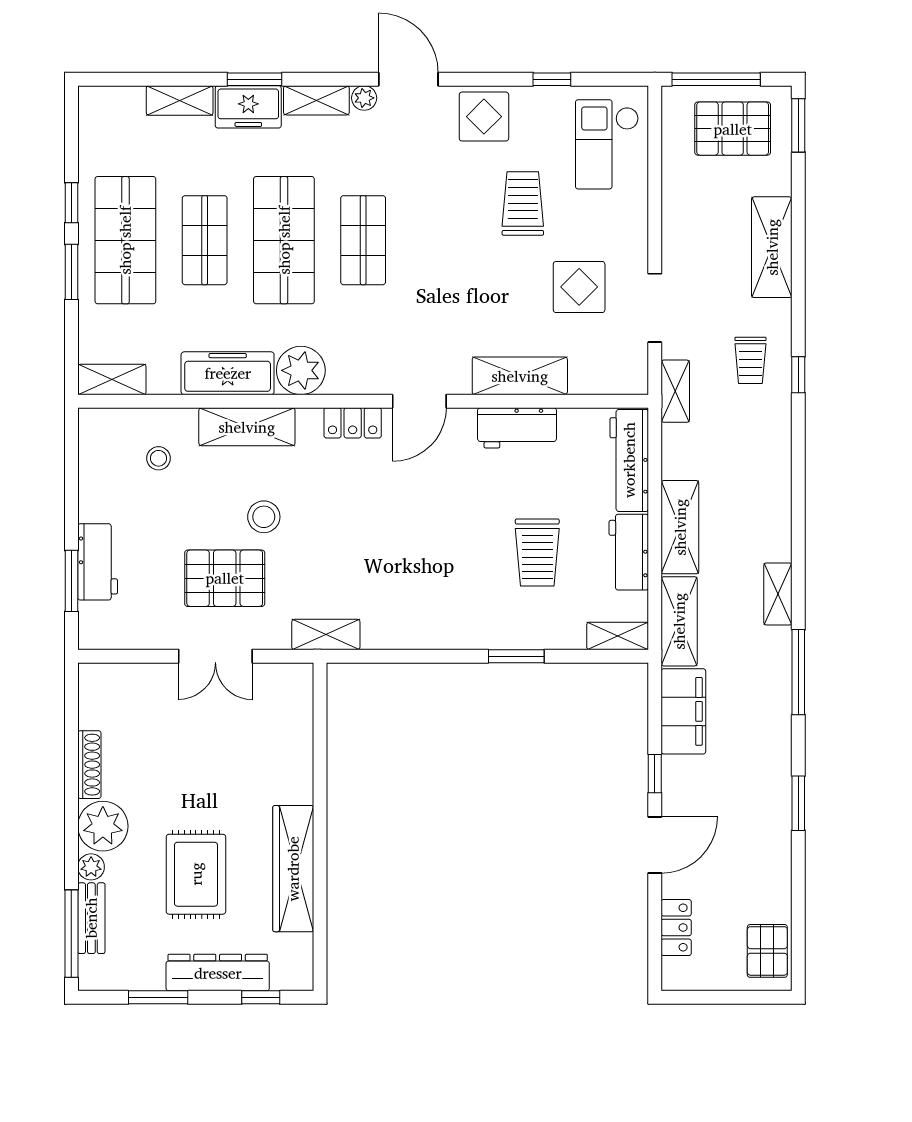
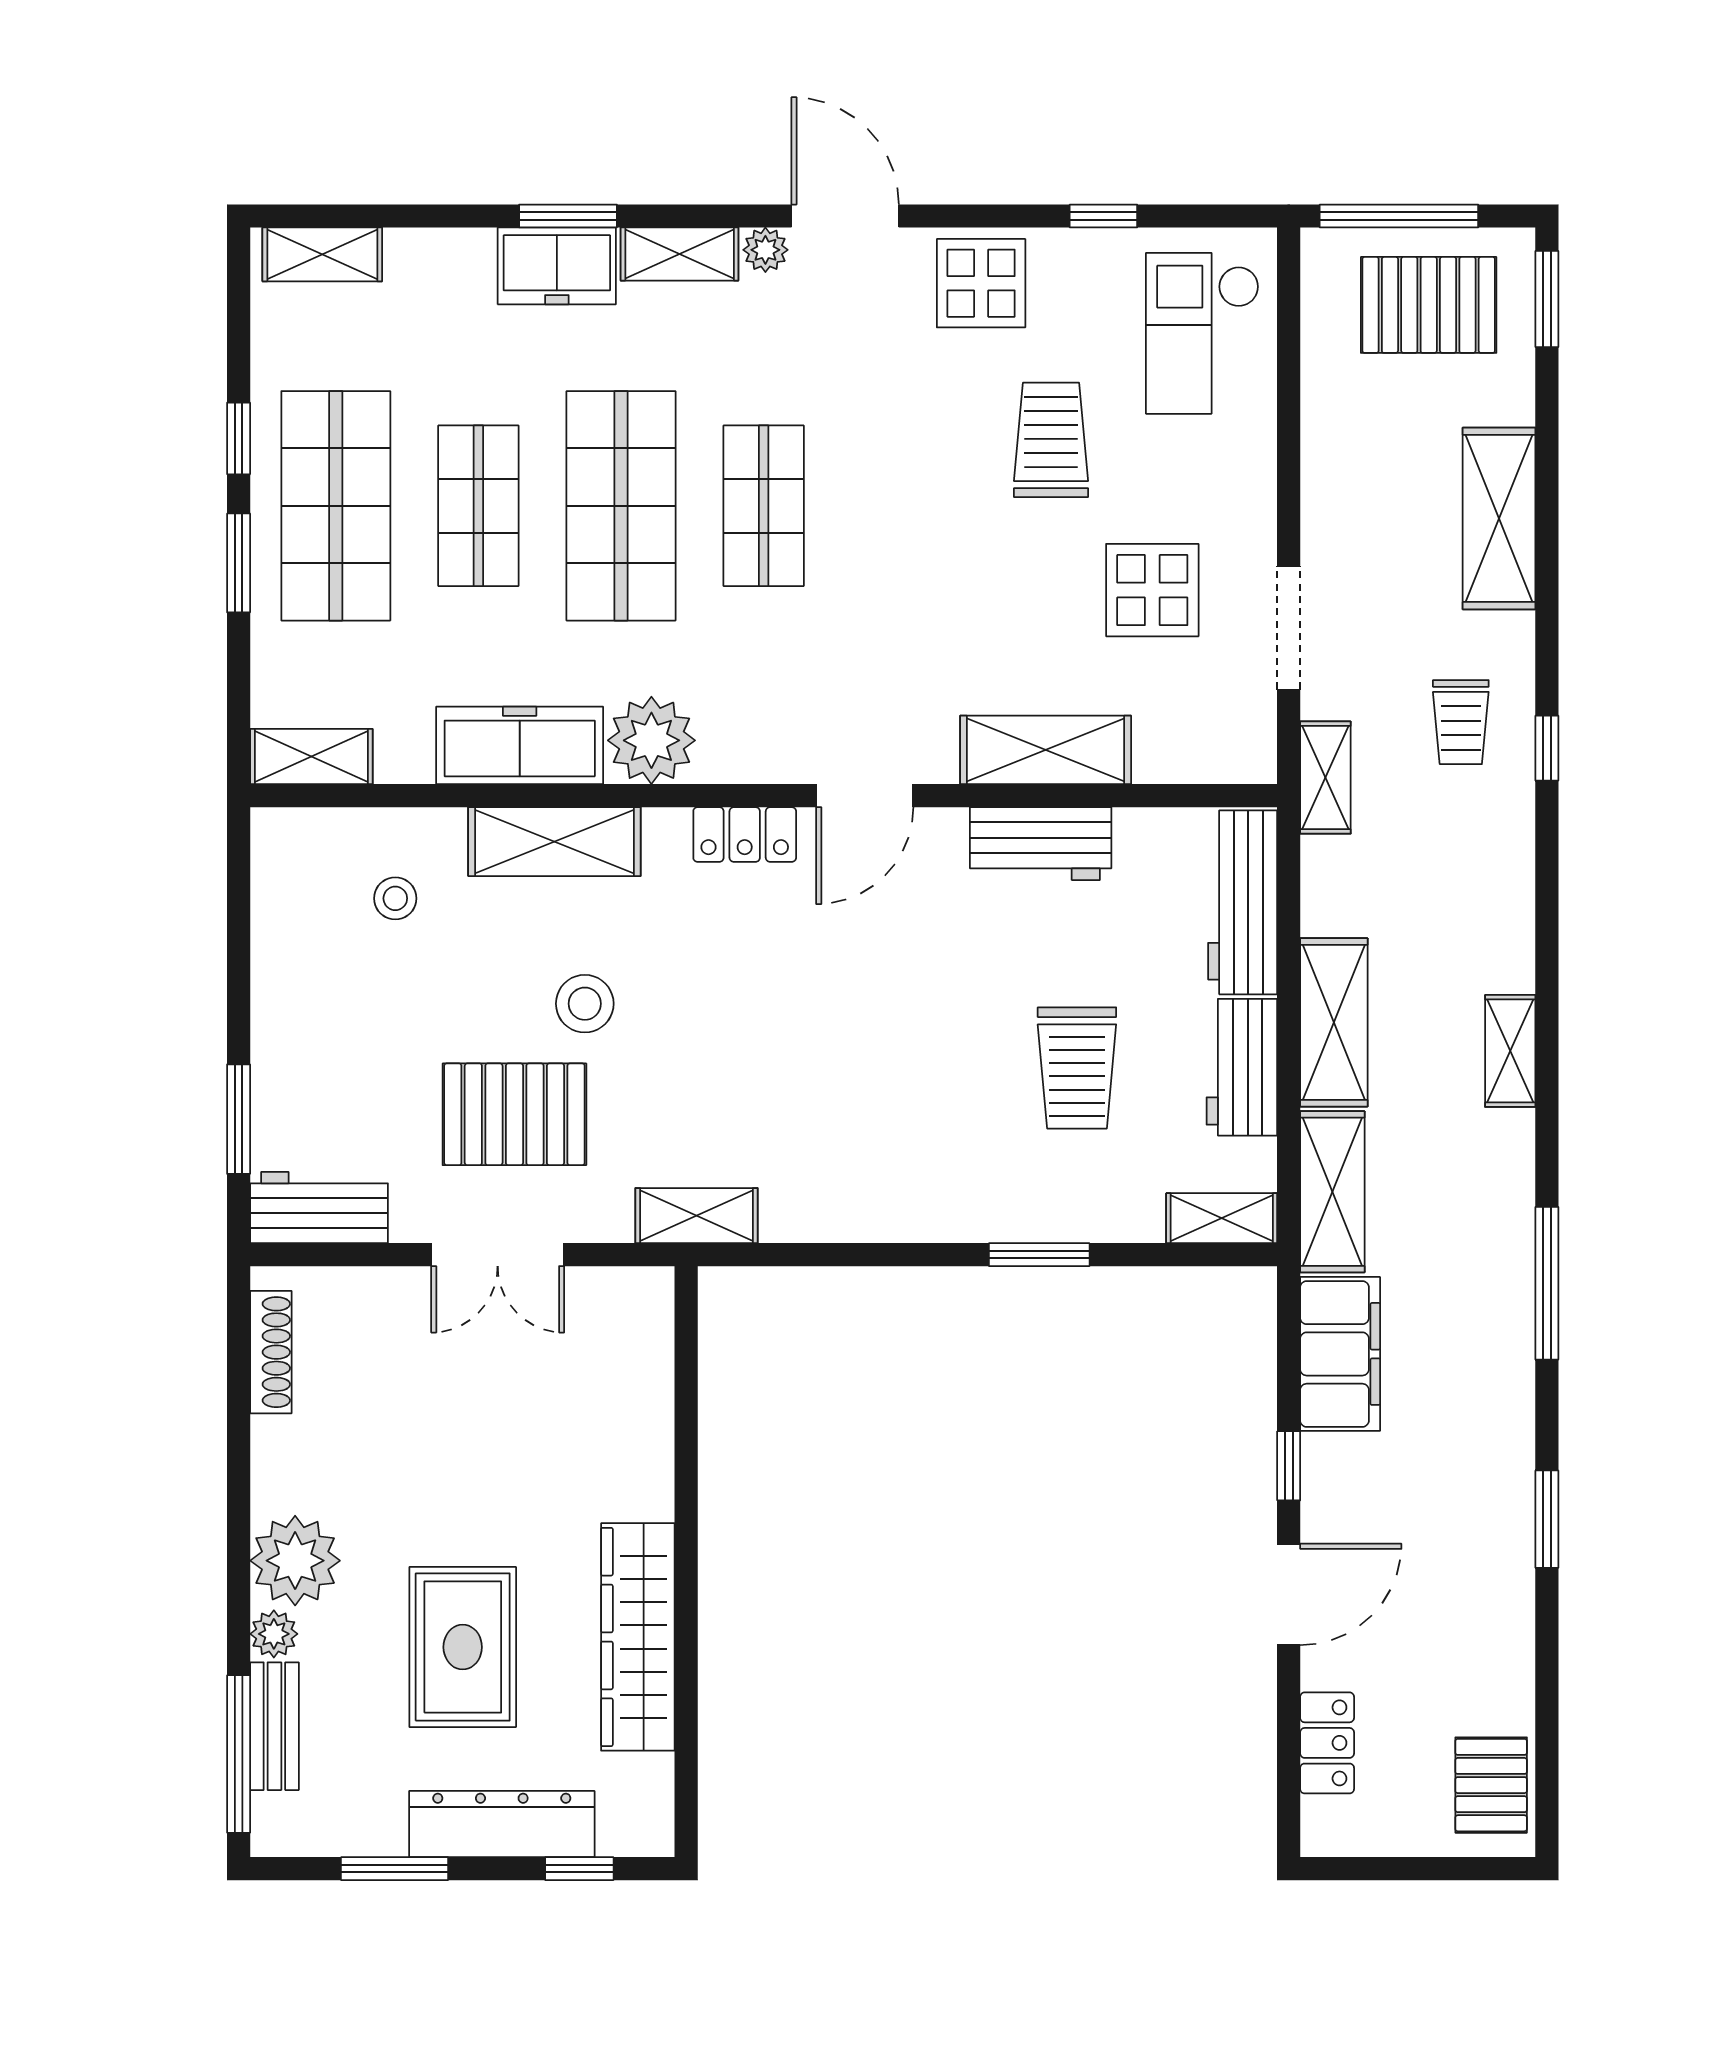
shelving: (180, 100) -> (322, 254), moved
workbench: (98, 562) -> (319, 1208), moved, turned -90
shelving: (778, 594) -> (1510, 1051), moved
shoe rack: (89, 765) -> (271, 1352), moved

